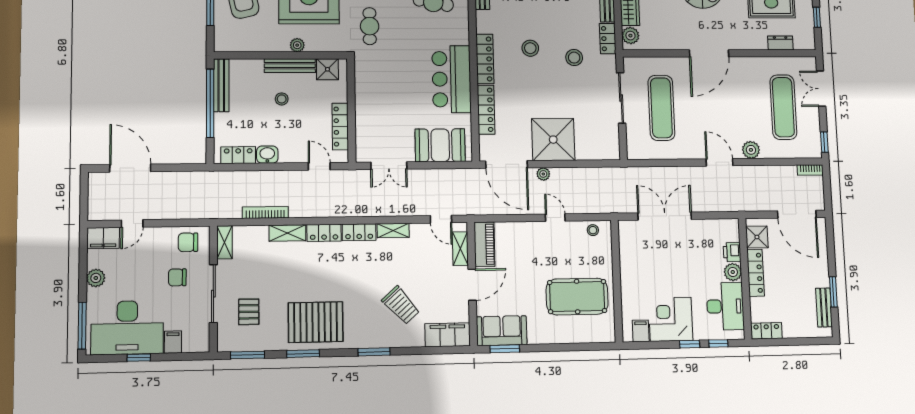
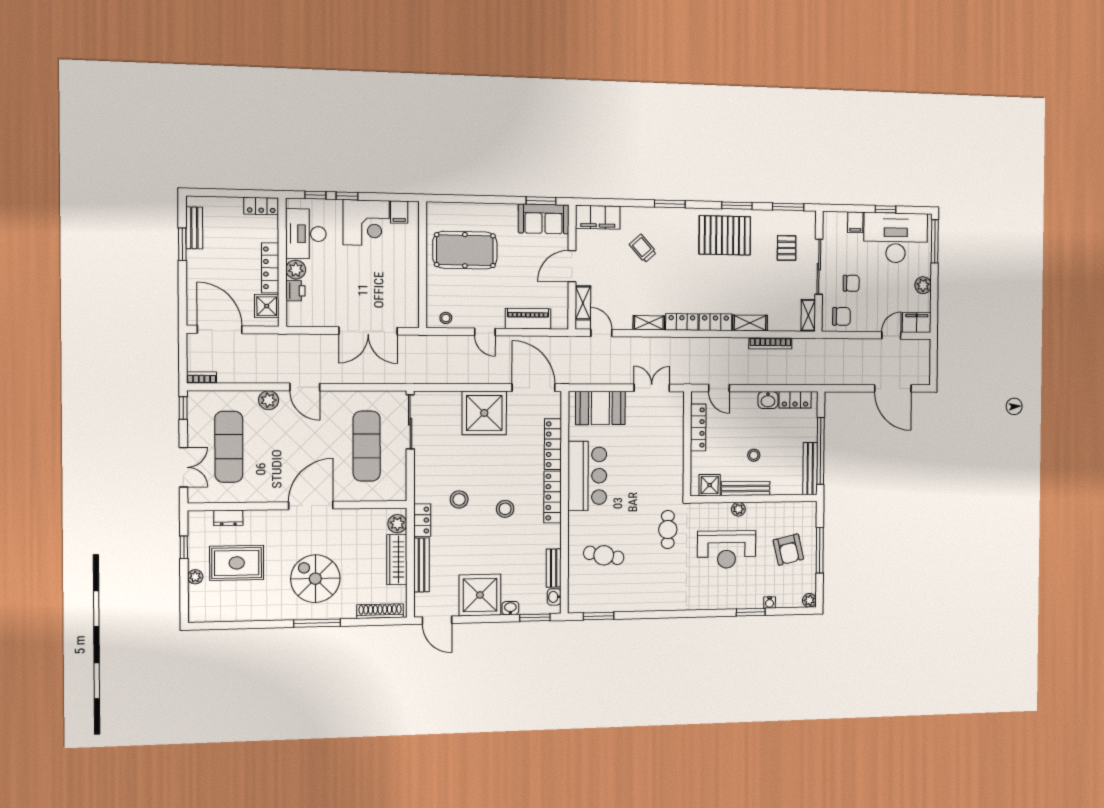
sliding door: (621, 98) -> (410, 422), moved
plant: (543, 174) -> (496, 377), removed
piano: (484, 244) -> (528, 319), moved, turned 90
trolley: (401, 305) -> (643, 248), width x0.73, depth x0.72

